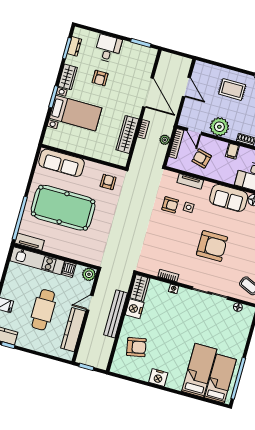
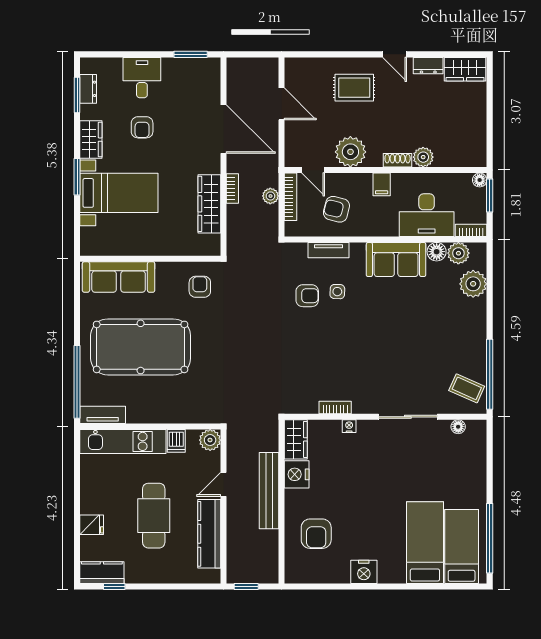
armchair: (212, 246) -> (391, 342), removed
armchair: (136, 347) -> (316, 534), turned 101

